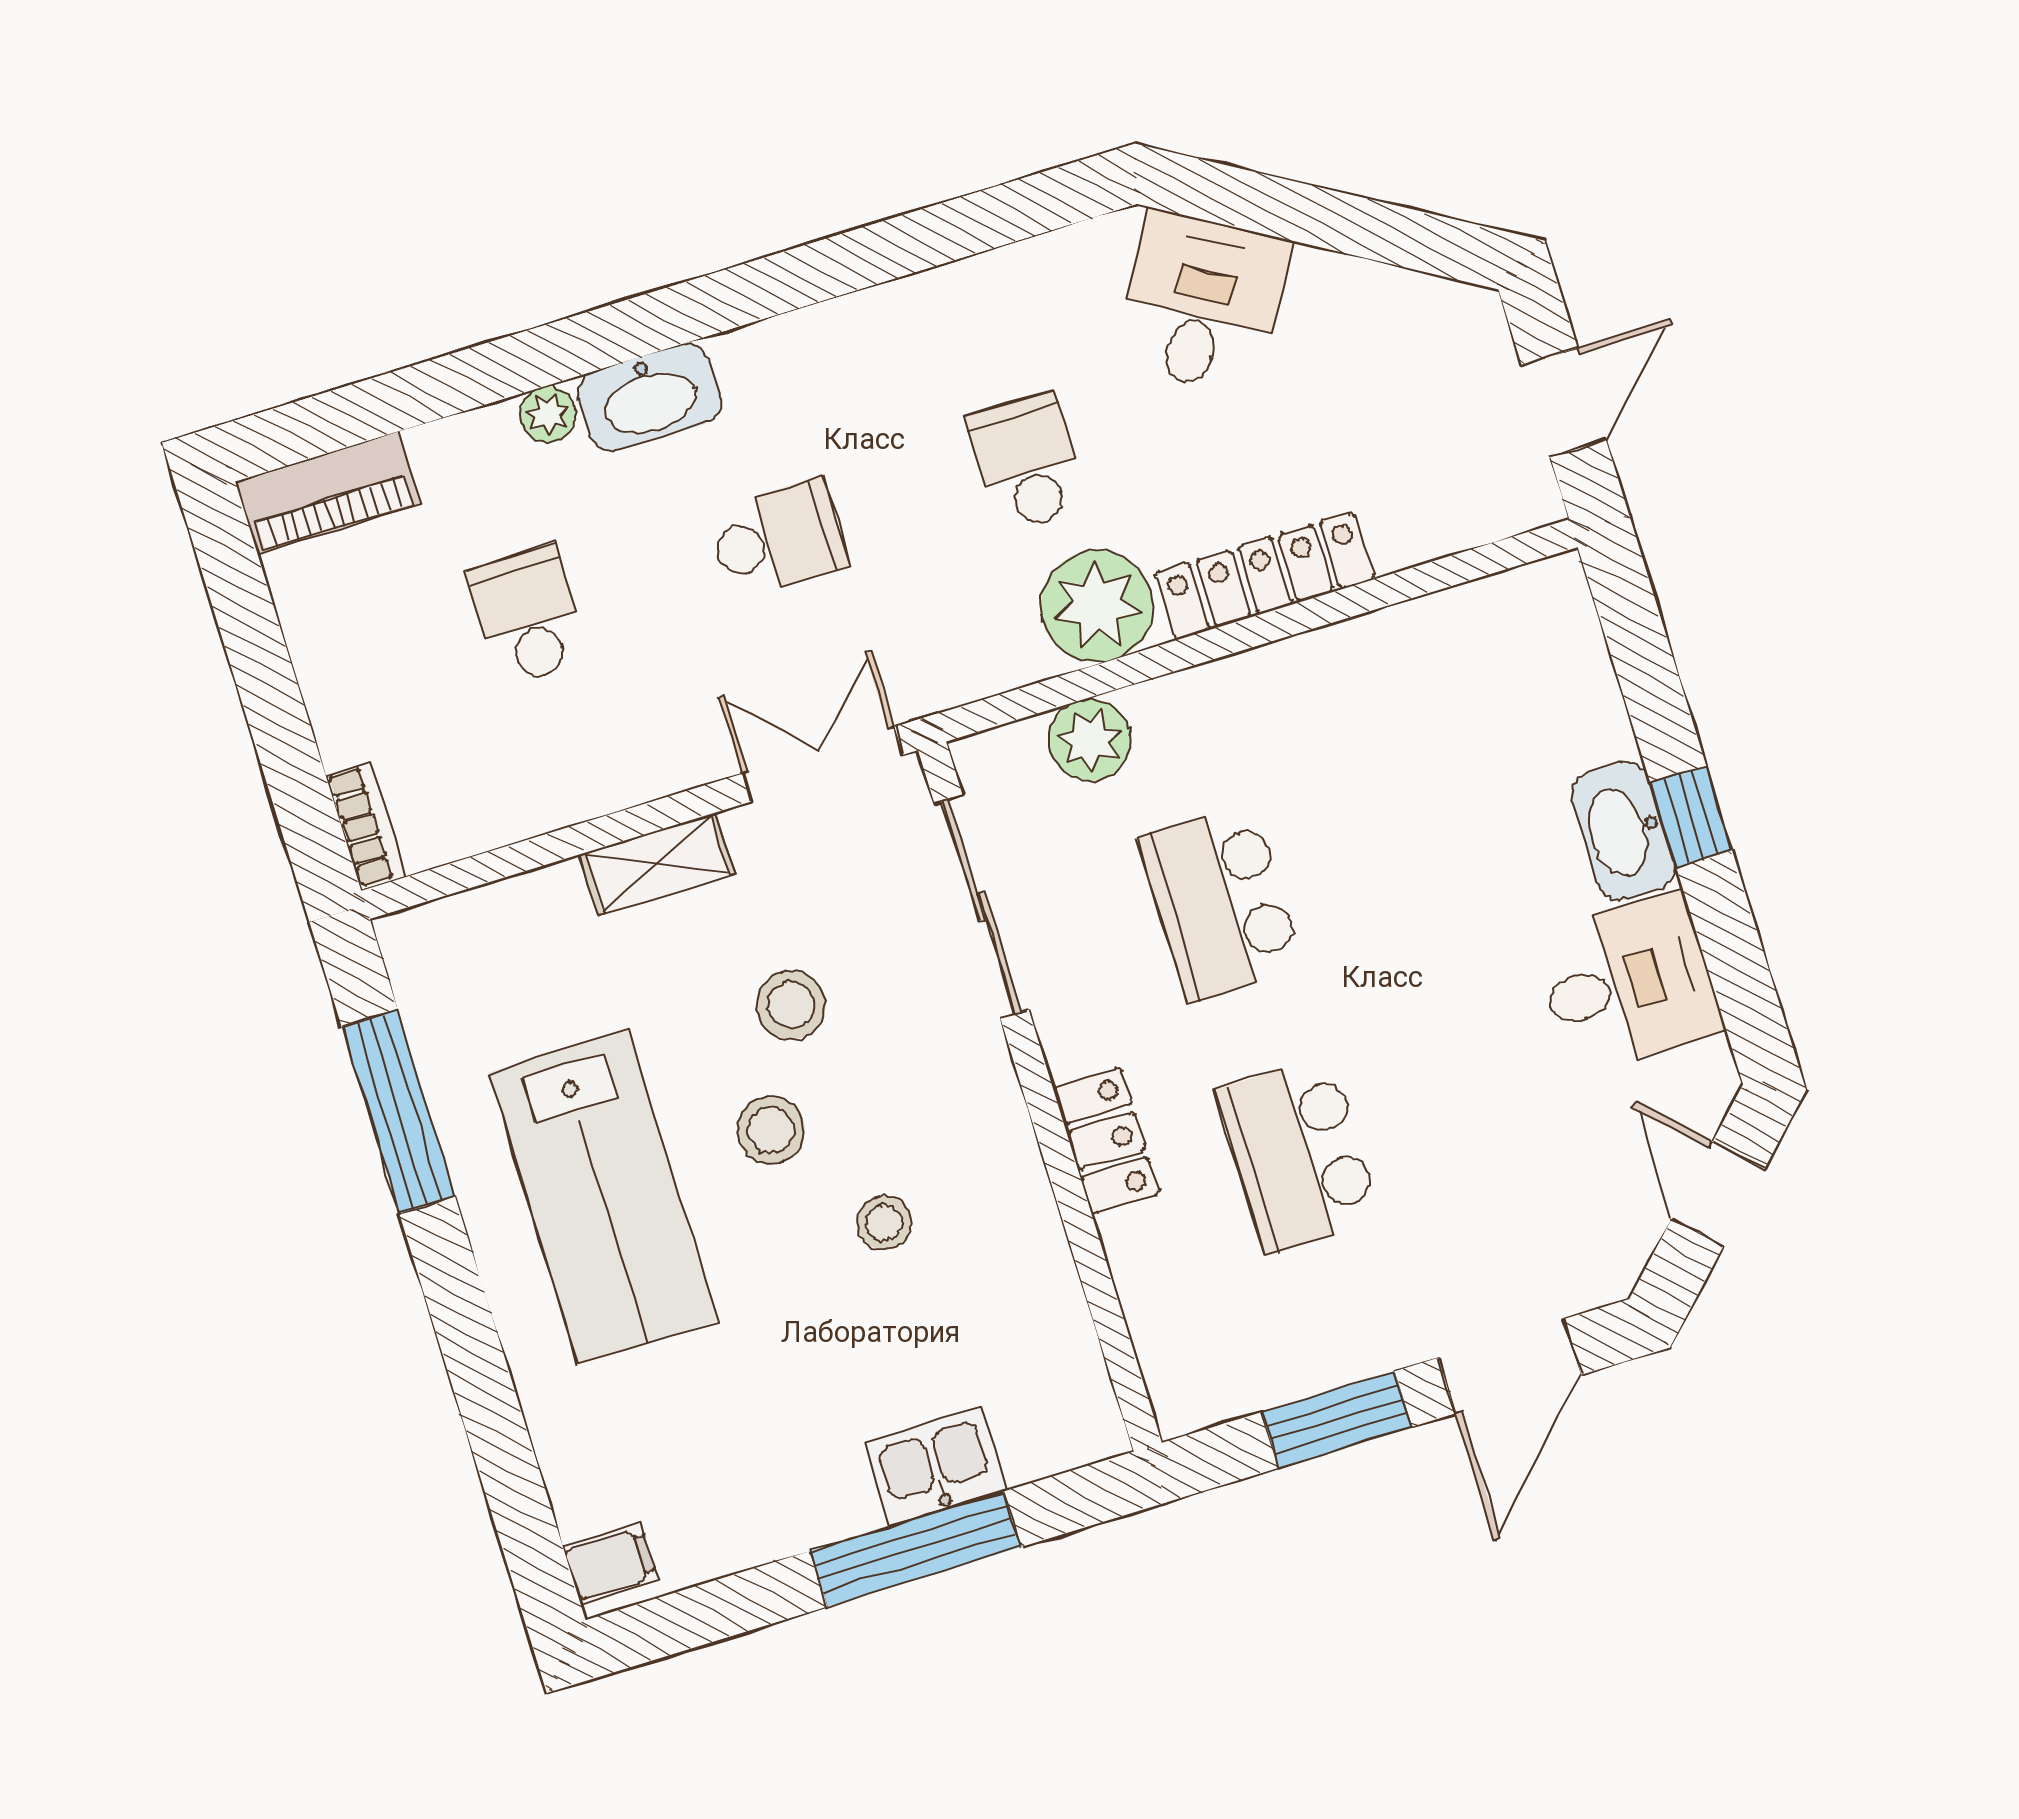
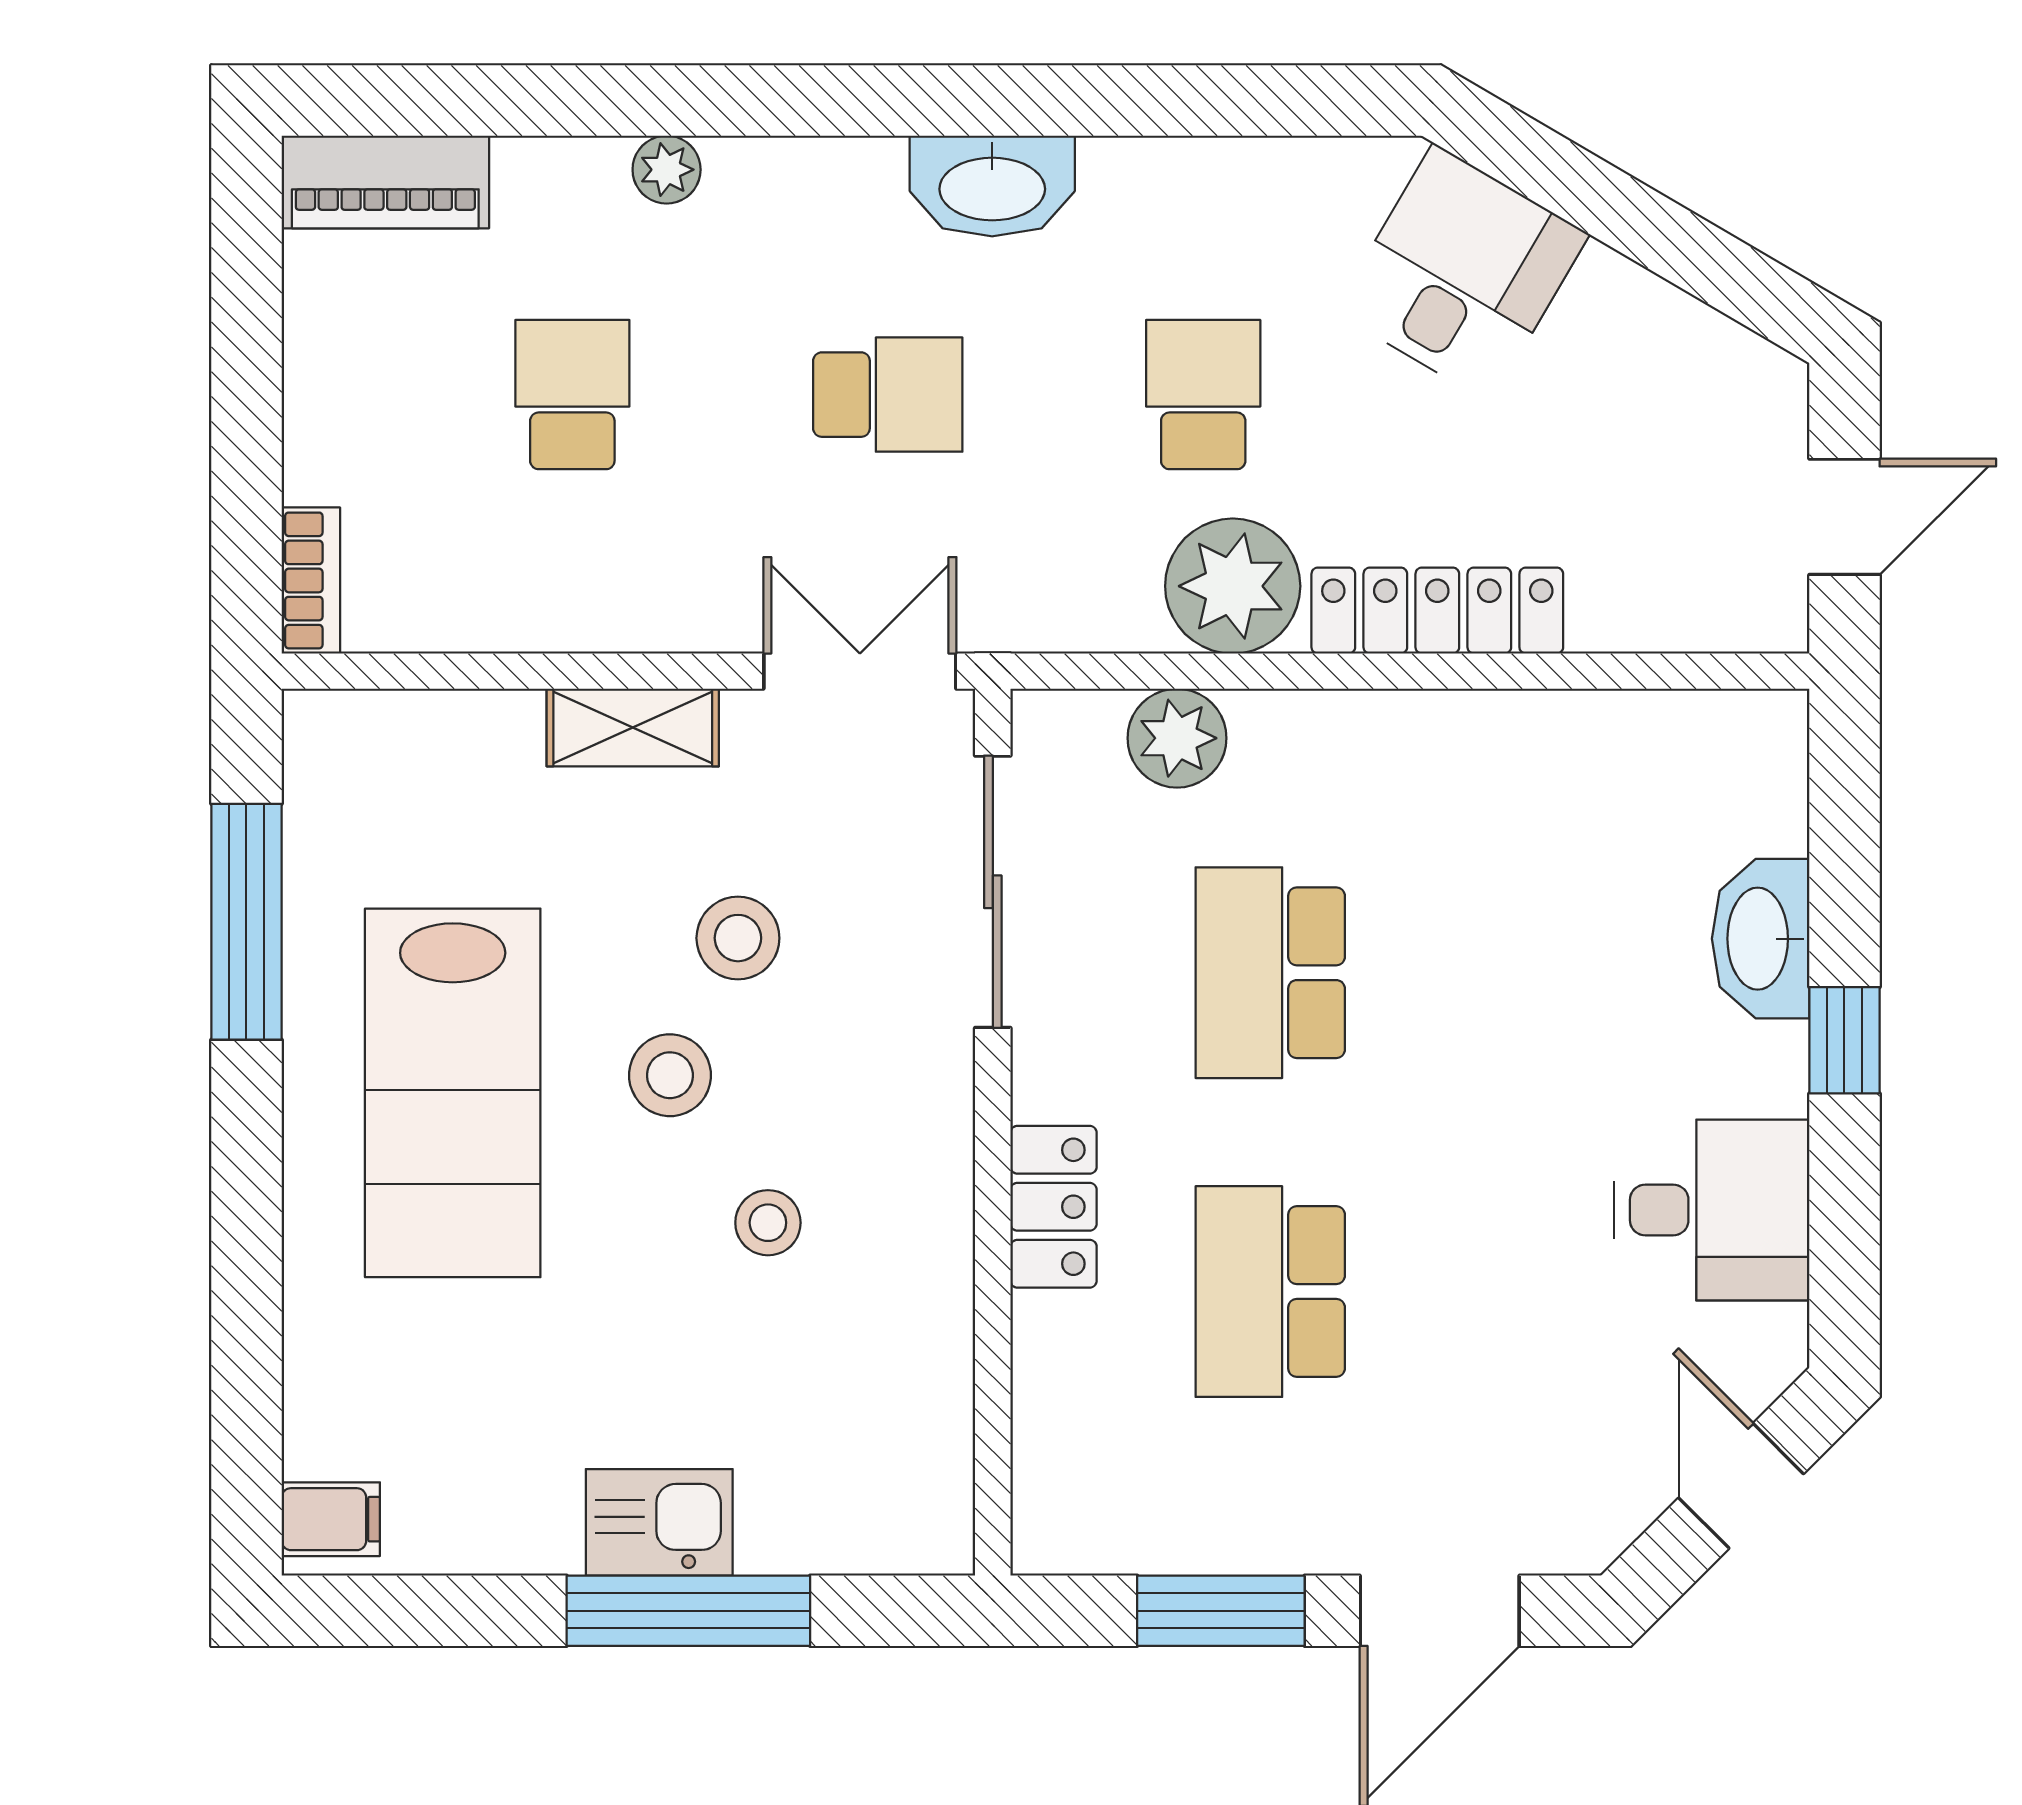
washbasin: (649, 397) -> (992, 186), moved
washbasin: (1623, 831) -> (1761, 939), moved
kitchen sink: (935, 1467) -> (659, 1522), moved

